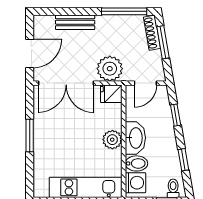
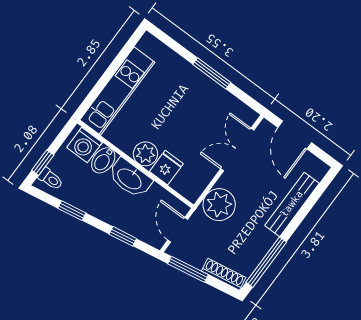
bench: (75, 22) -> (292, 204), width x1.36
window: (163, 42) -> (188, 269), moved
double door: (66, 83) -> (237, 150), width x0.73
fridge: (111, 94) -> (166, 168), moved

